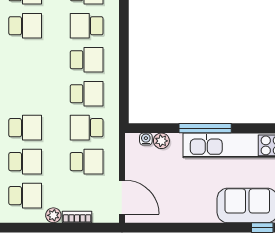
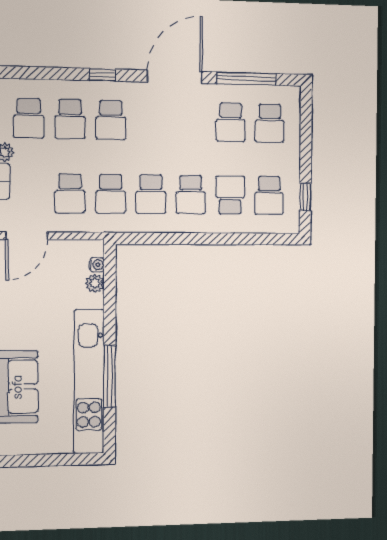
school desk: (87, 128) -> (111, 194), turned 180
window: (205, 128) -> (110, 376), moved

